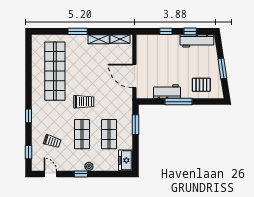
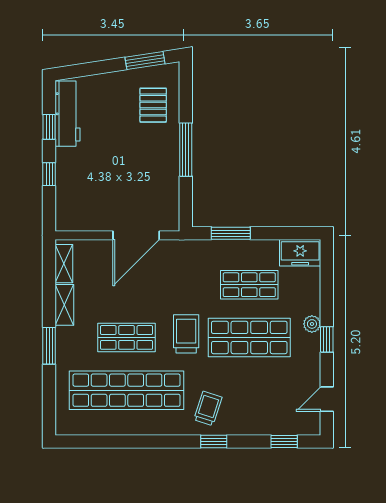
window: (222, 69) -> (145, 60), moved
shop shelf: (82, 71) -> (127, 337), added
workbench: (167, 92) -> (166, 172), removed
shop shelf: (82, 134) -> (249, 337), width x1.43, depth x1.36
trolley: (52, 141) -> (208, 408), moved

